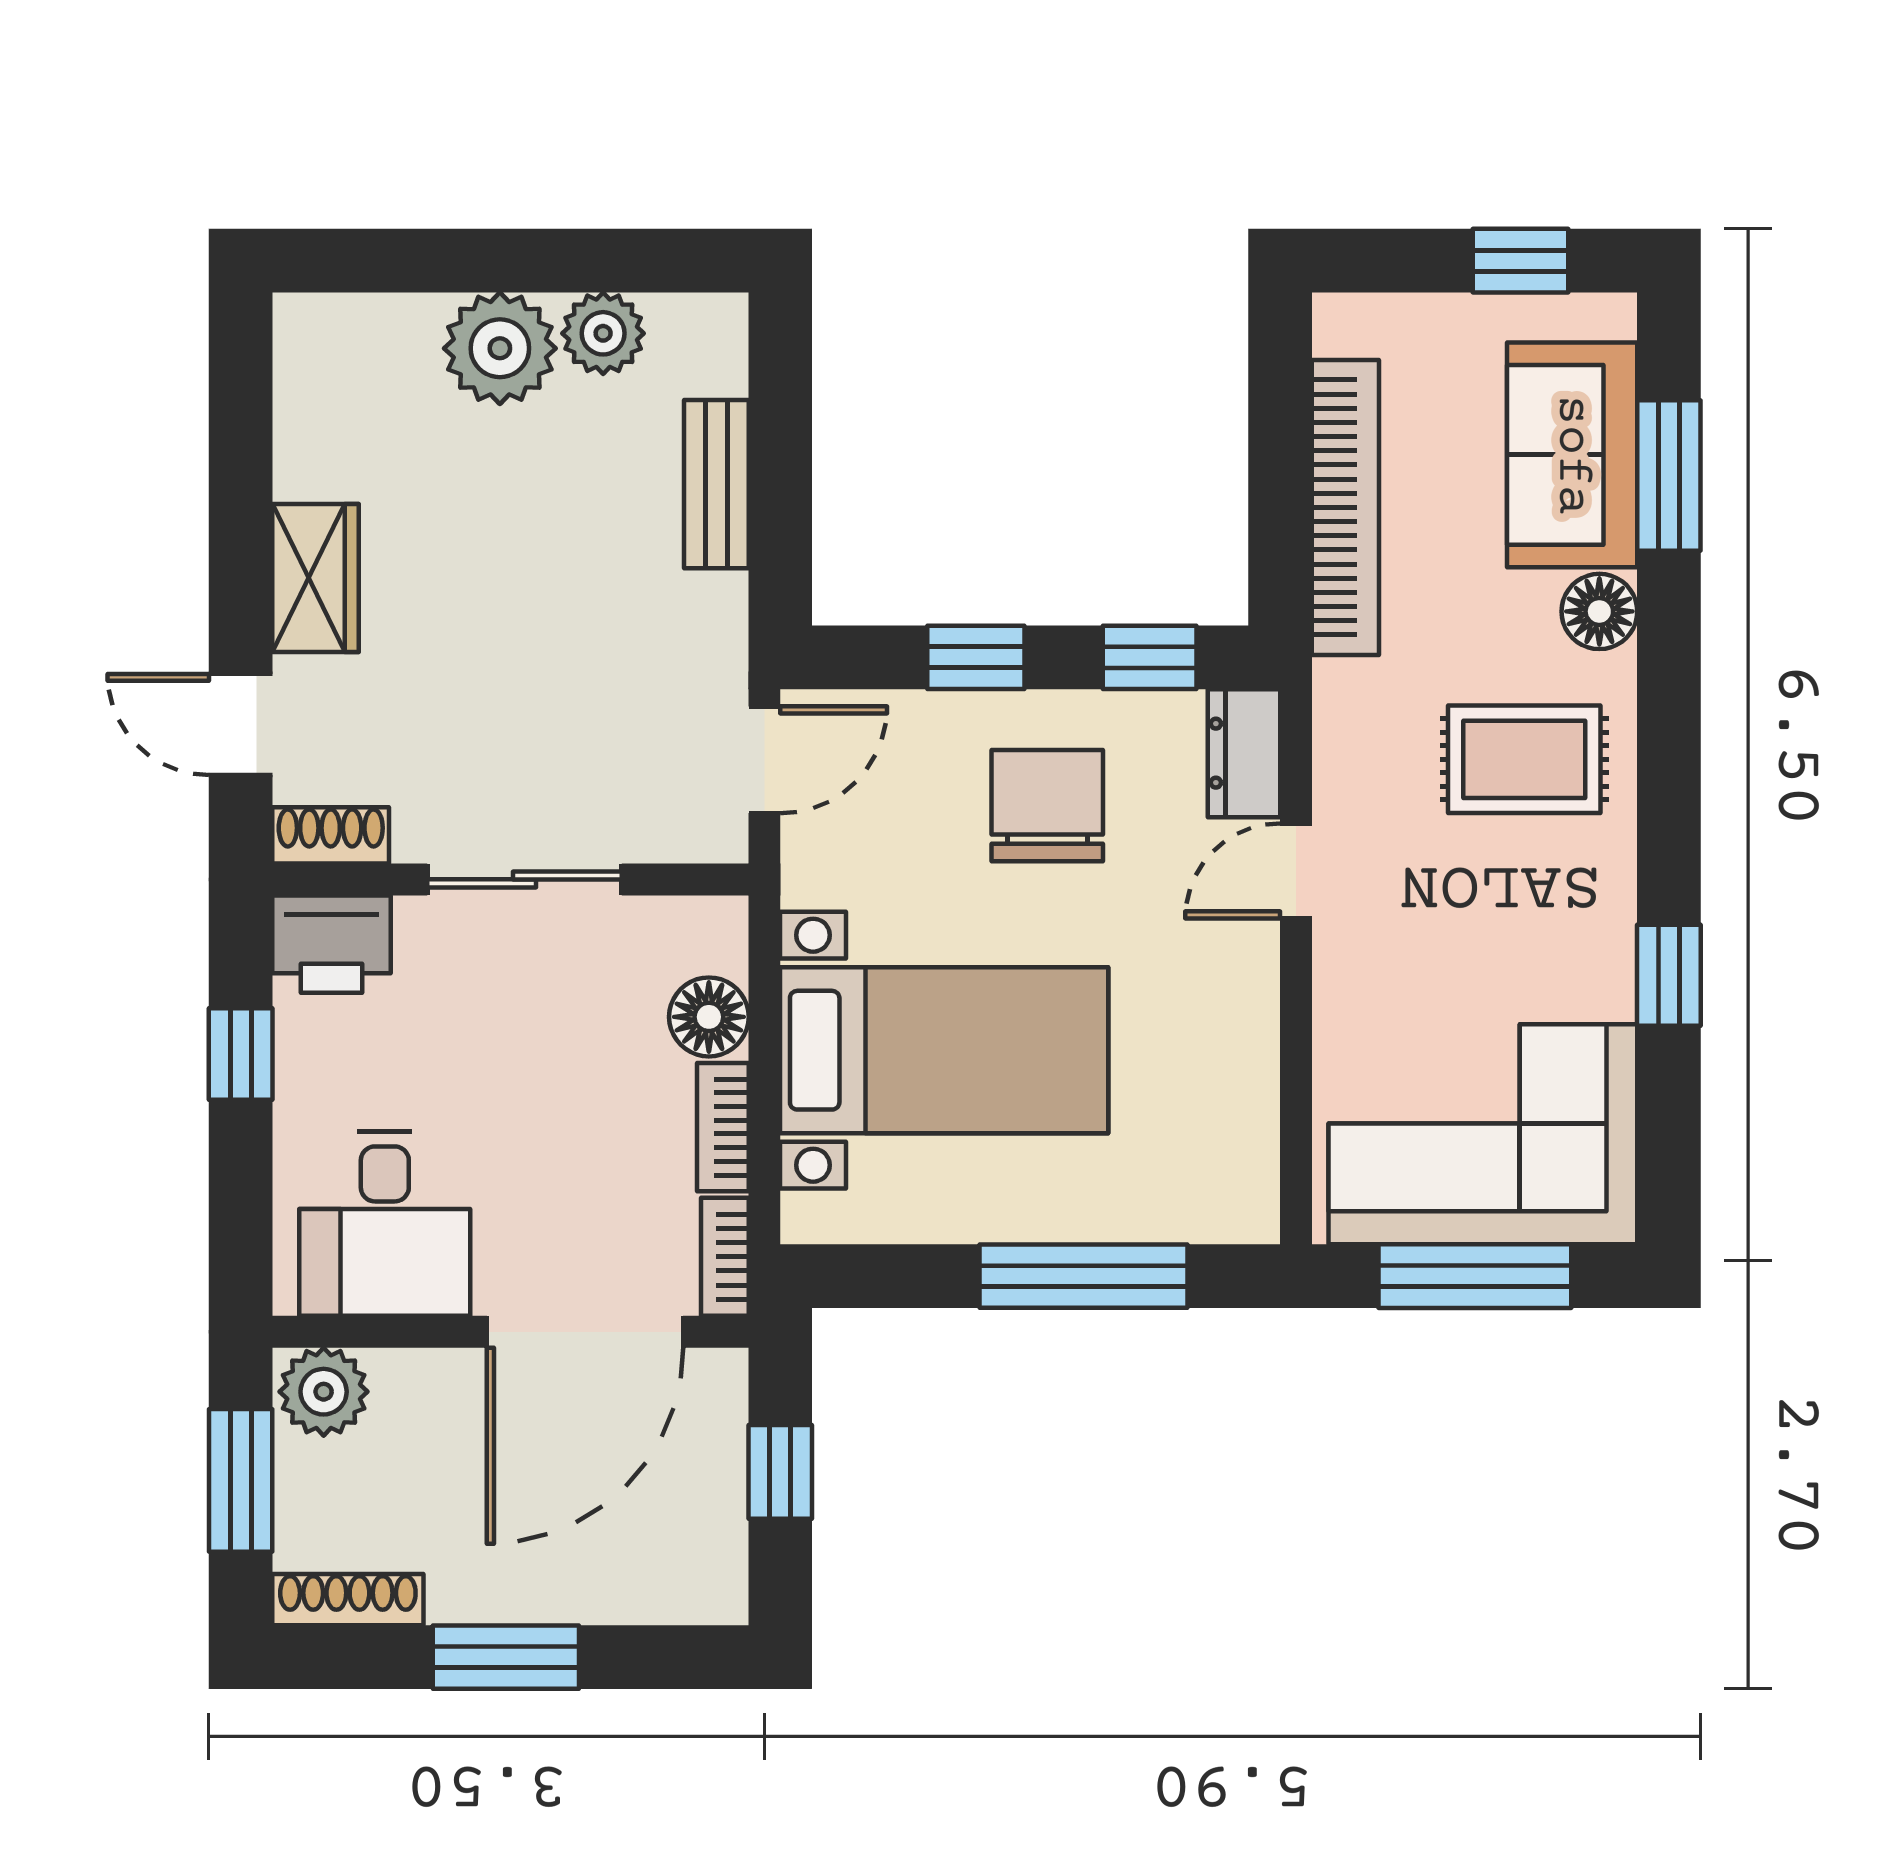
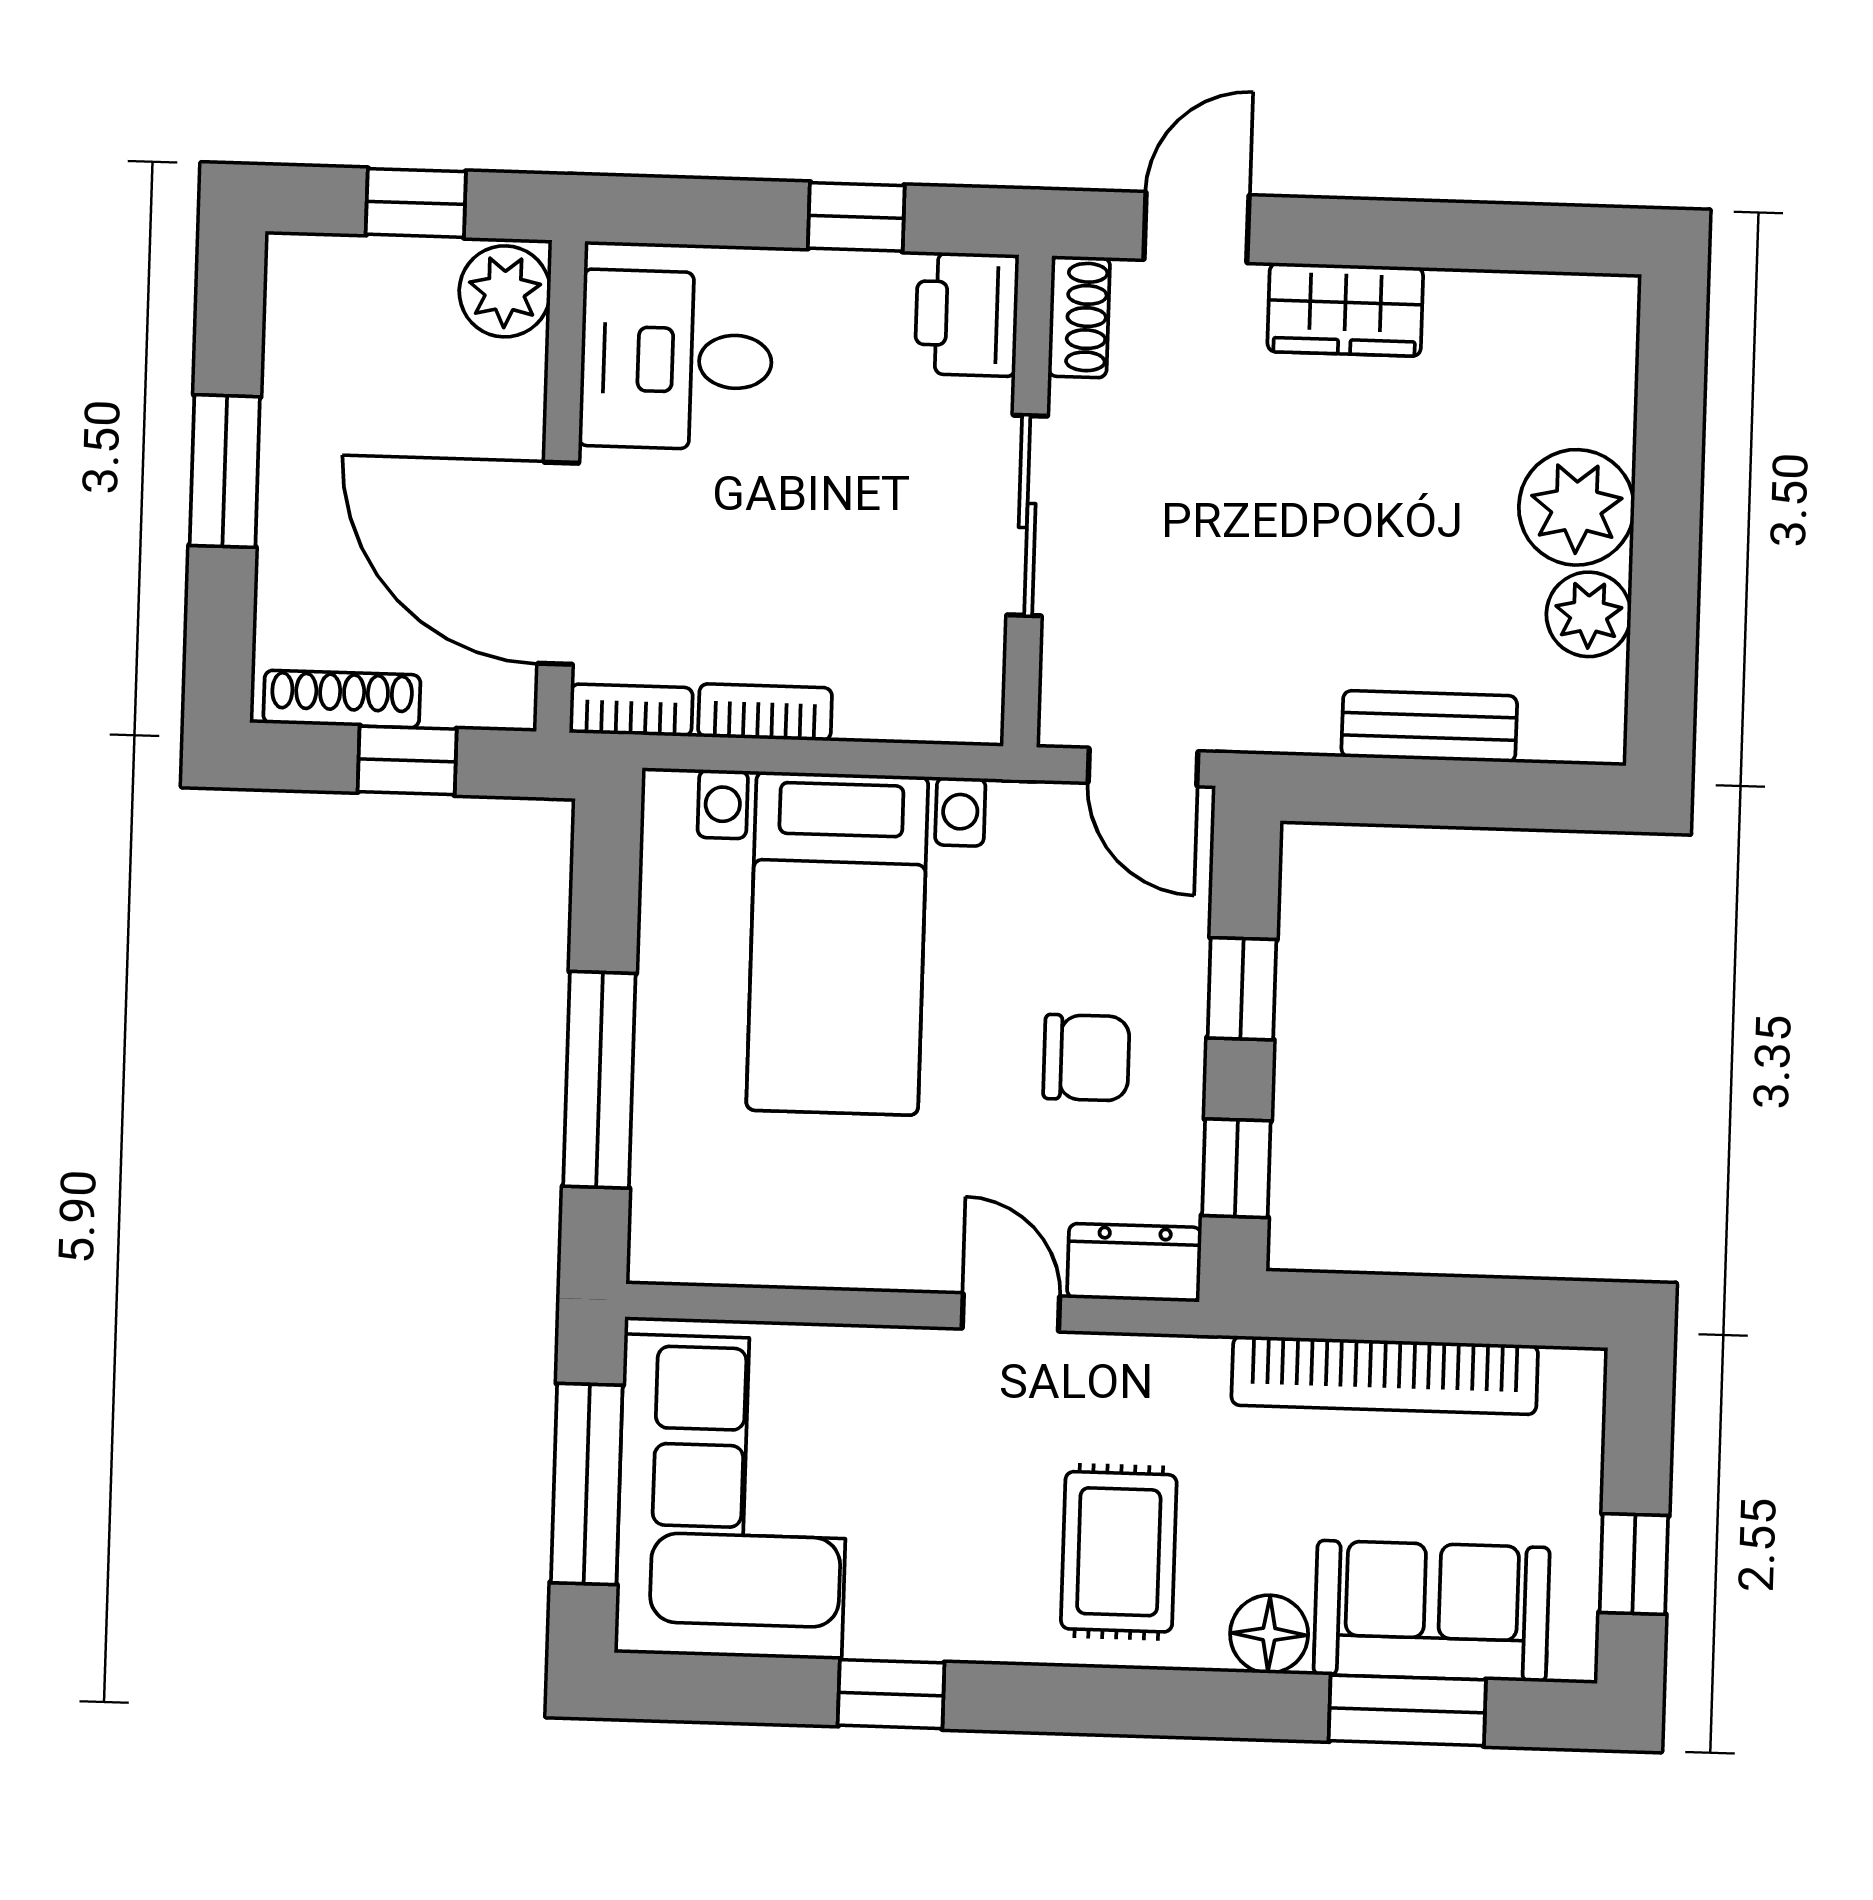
chair: (1047, 806) -> (1086, 1058), width x0.73, depth x0.73
floor lamp: (709, 1017) -> (879, 701), removed
window: (241, 1480) -> (416, 203), width x0.67
shoe rack: (348, 1600) -> (342, 699), moved, turned -90

